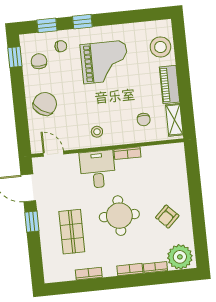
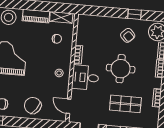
door: (53, 154) -> (69, 106), hinge flipped
window: (198, 220) -> (135, 14), added

